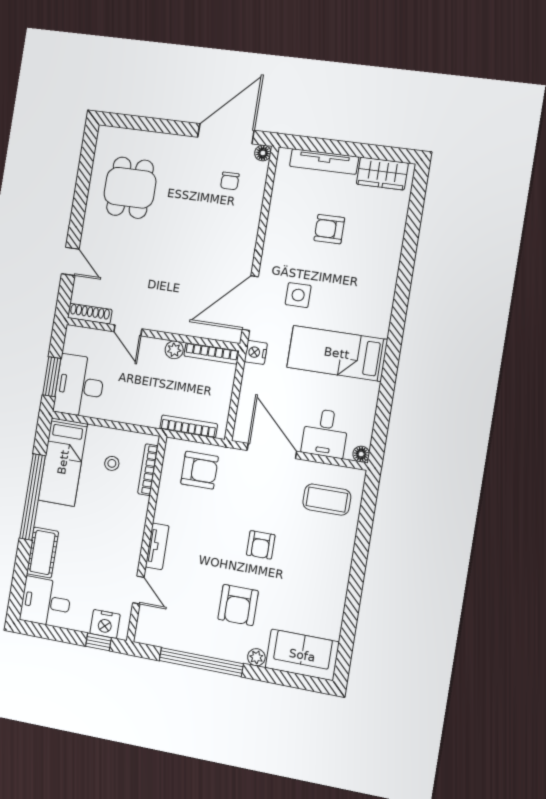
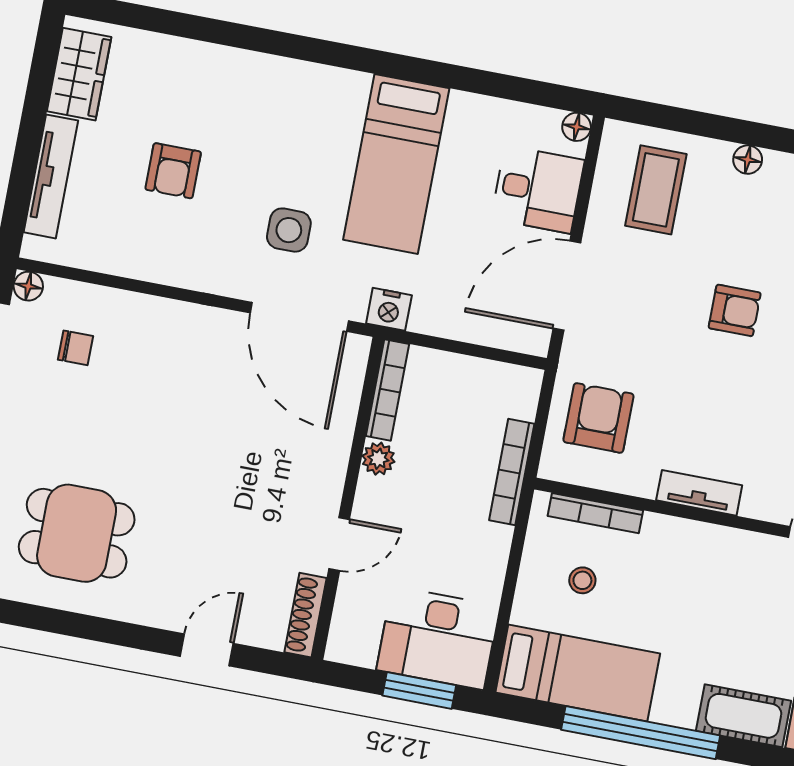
bookcase: (189, 426) -> (512, 472), moved
tv unit: (157, 546) -> (699, 493), moved
floor lamp: (346, 551) -> (748, 160), added

